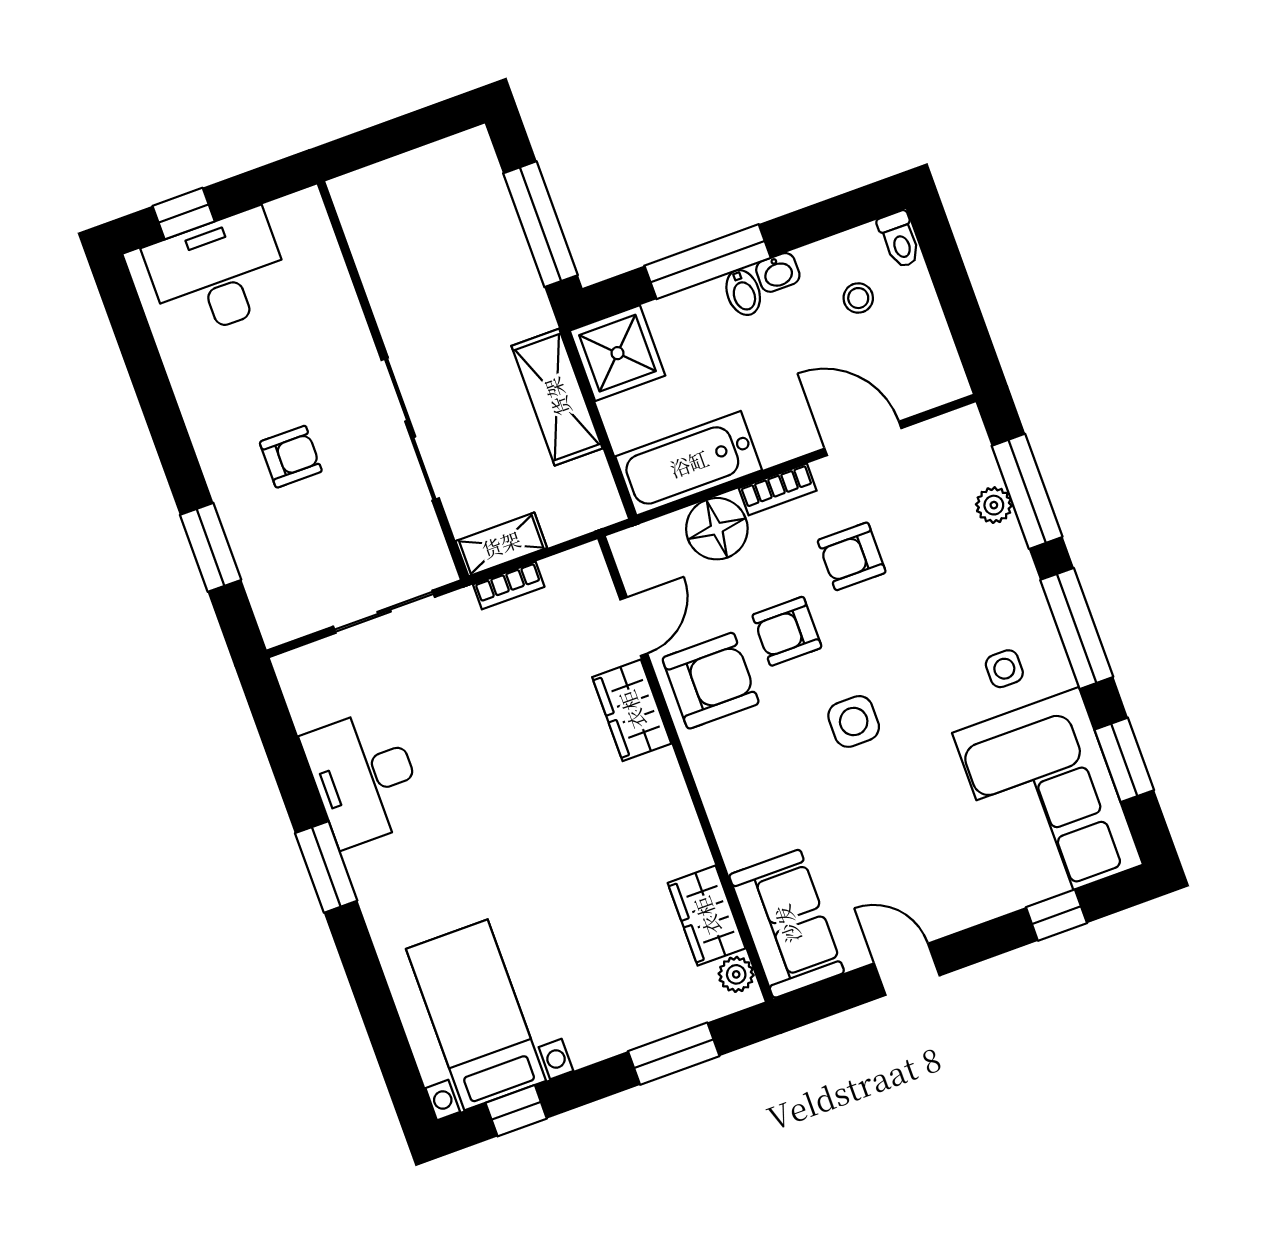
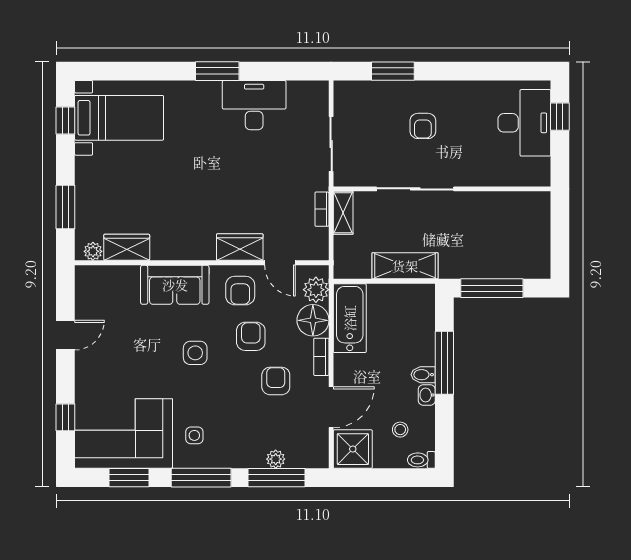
shower: (617, 353) -> (353, 449), moved
plant: (659, 543) -> (316, 290), added
armchair: (711, 681) -> (240, 291), width x0.72, depth x0.72
sofa: (787, 924) -> (175, 285), moved

